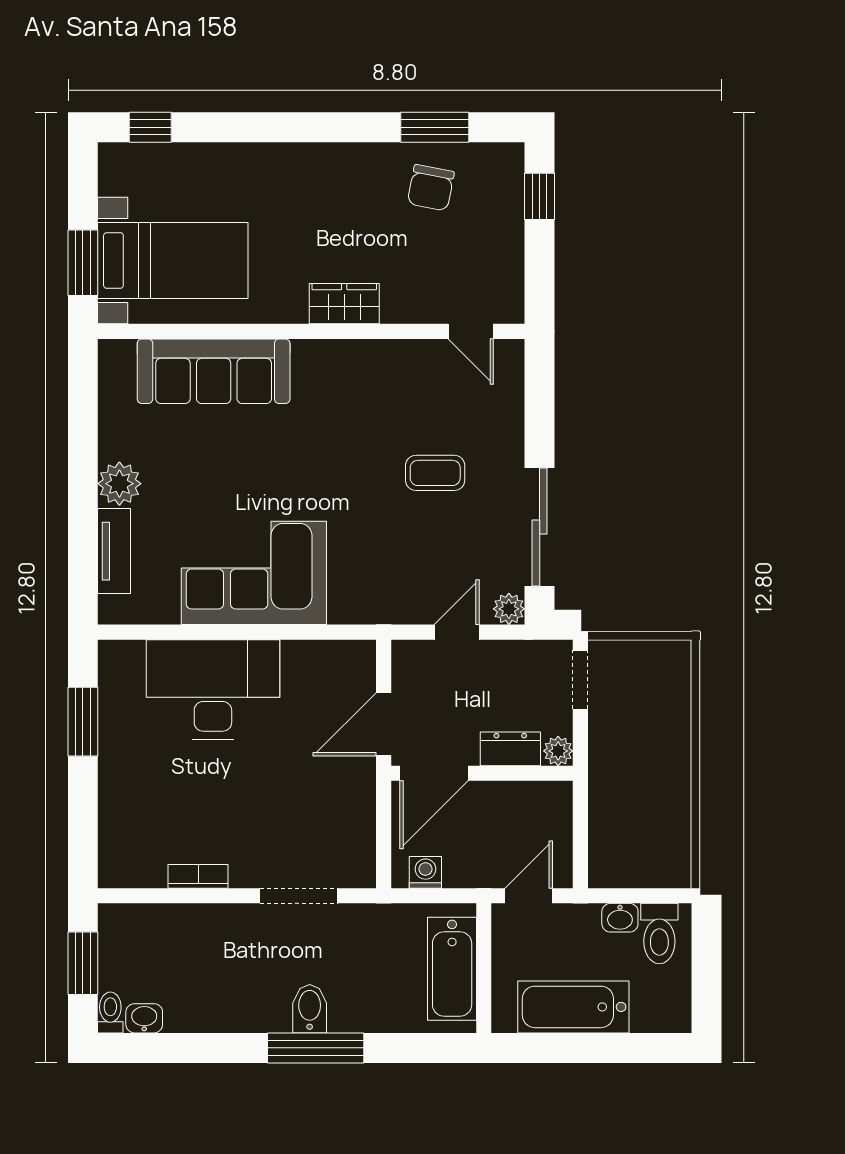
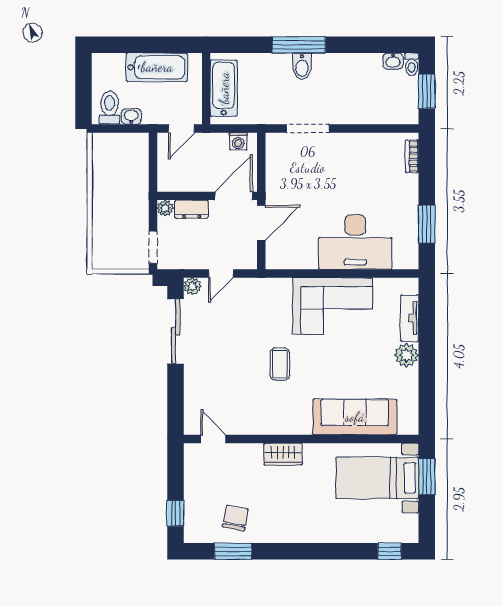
coffee table: (435, 473) -> (280, 364), moved, turned 90
bookcase: (198, 876) -> (412, 156), moved, turned 90

